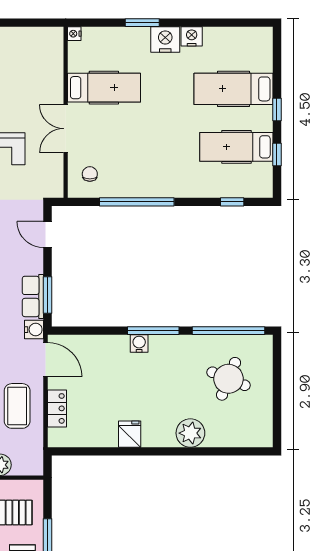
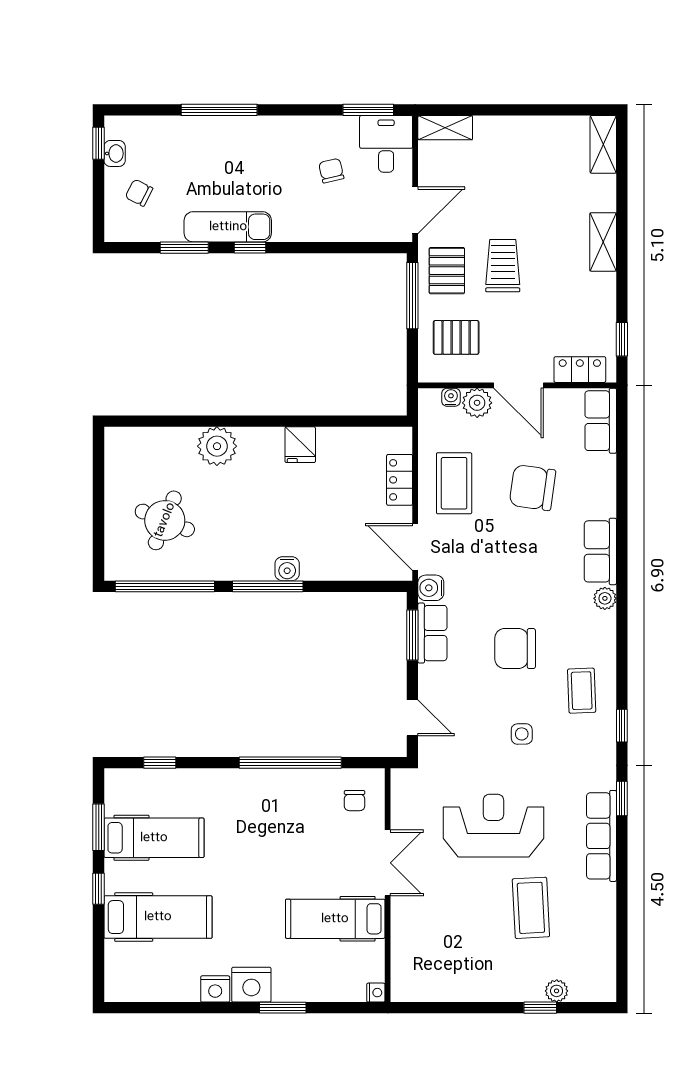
window: (277, 155) -> (99, 827), width x1.50
water cooler: (19, 469) -> (451, 397), added

